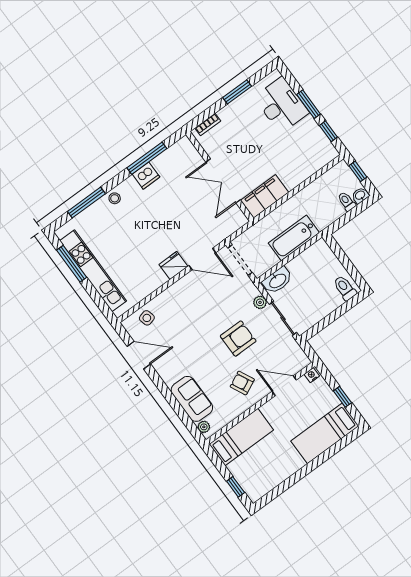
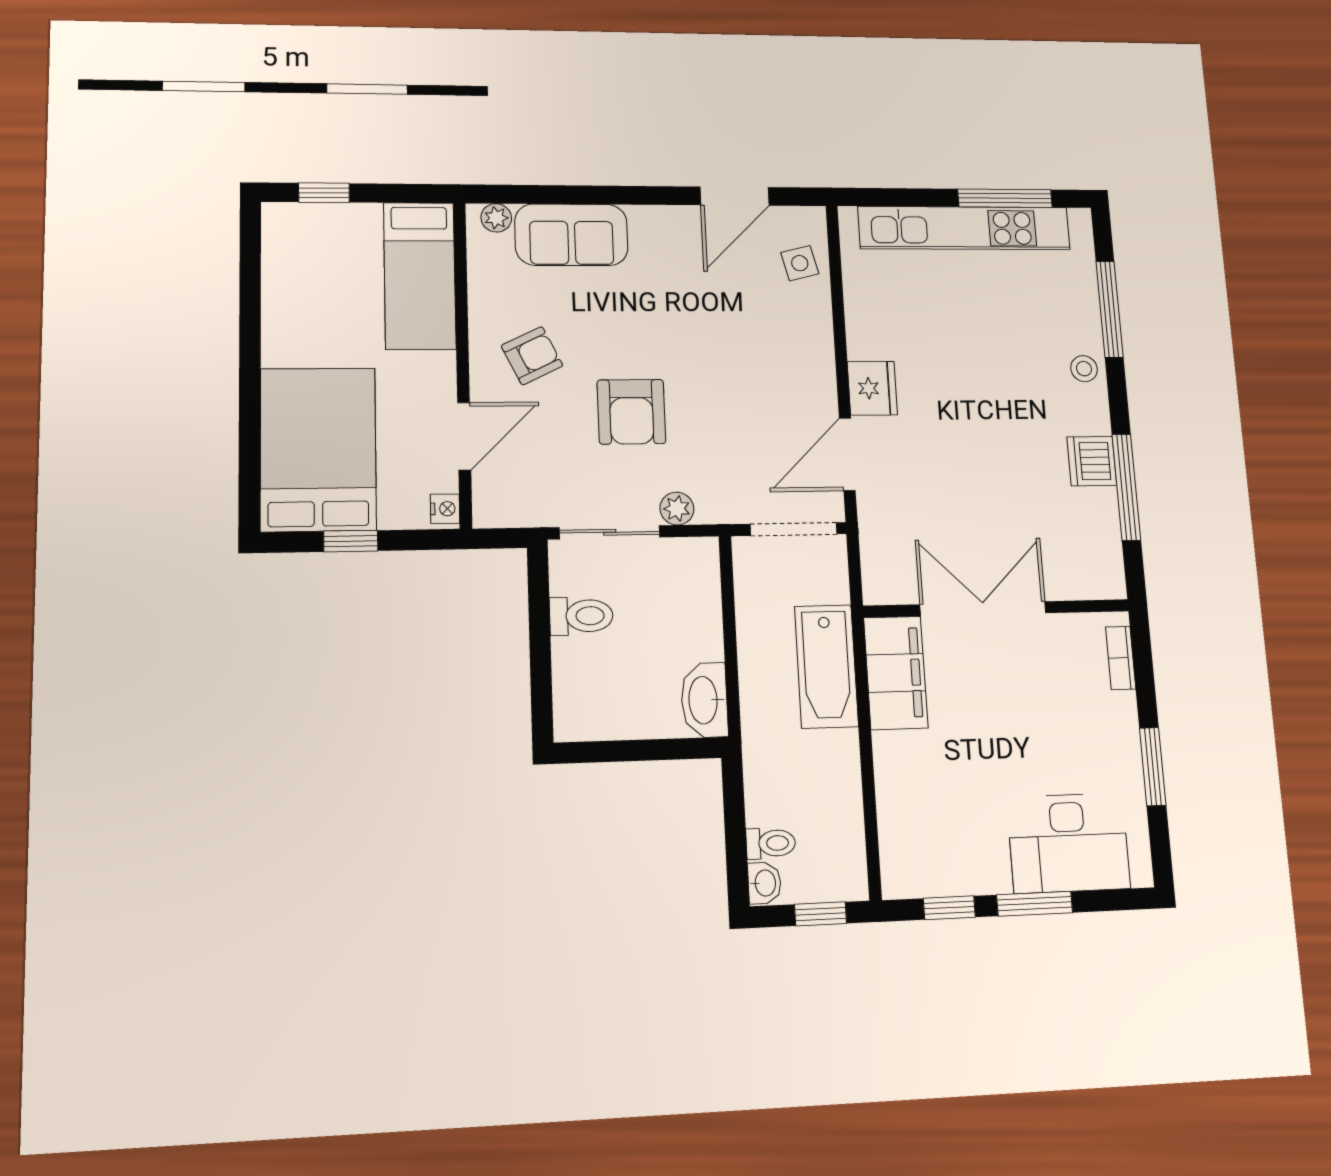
bathtub: (294, 238) -> (826, 666), moved, turned 180
washbasin: (277, 281) -> (704, 700), moved
toilet: (345, 288) -> (581, 616), moved
bed: (325, 433) -> (318, 449), width x1.50

